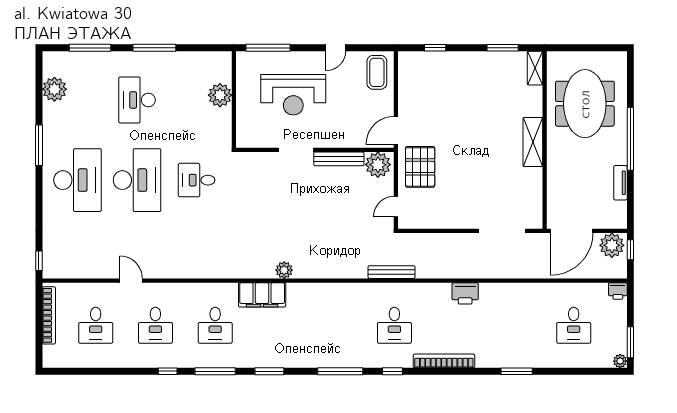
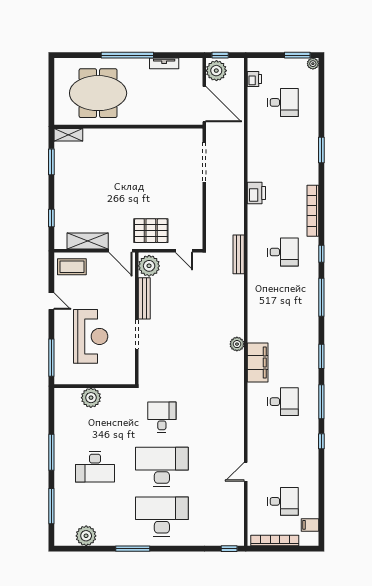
shelving: (533, 142) -> (88, 241), moved
desk: (197, 180) -> (162, 417), turned 180
printer: (618, 291) -> (254, 79), moved
desk: (155, 325) -> (283, 452), removed
filing cabinet: (67, 358) -> (310, 525), added

